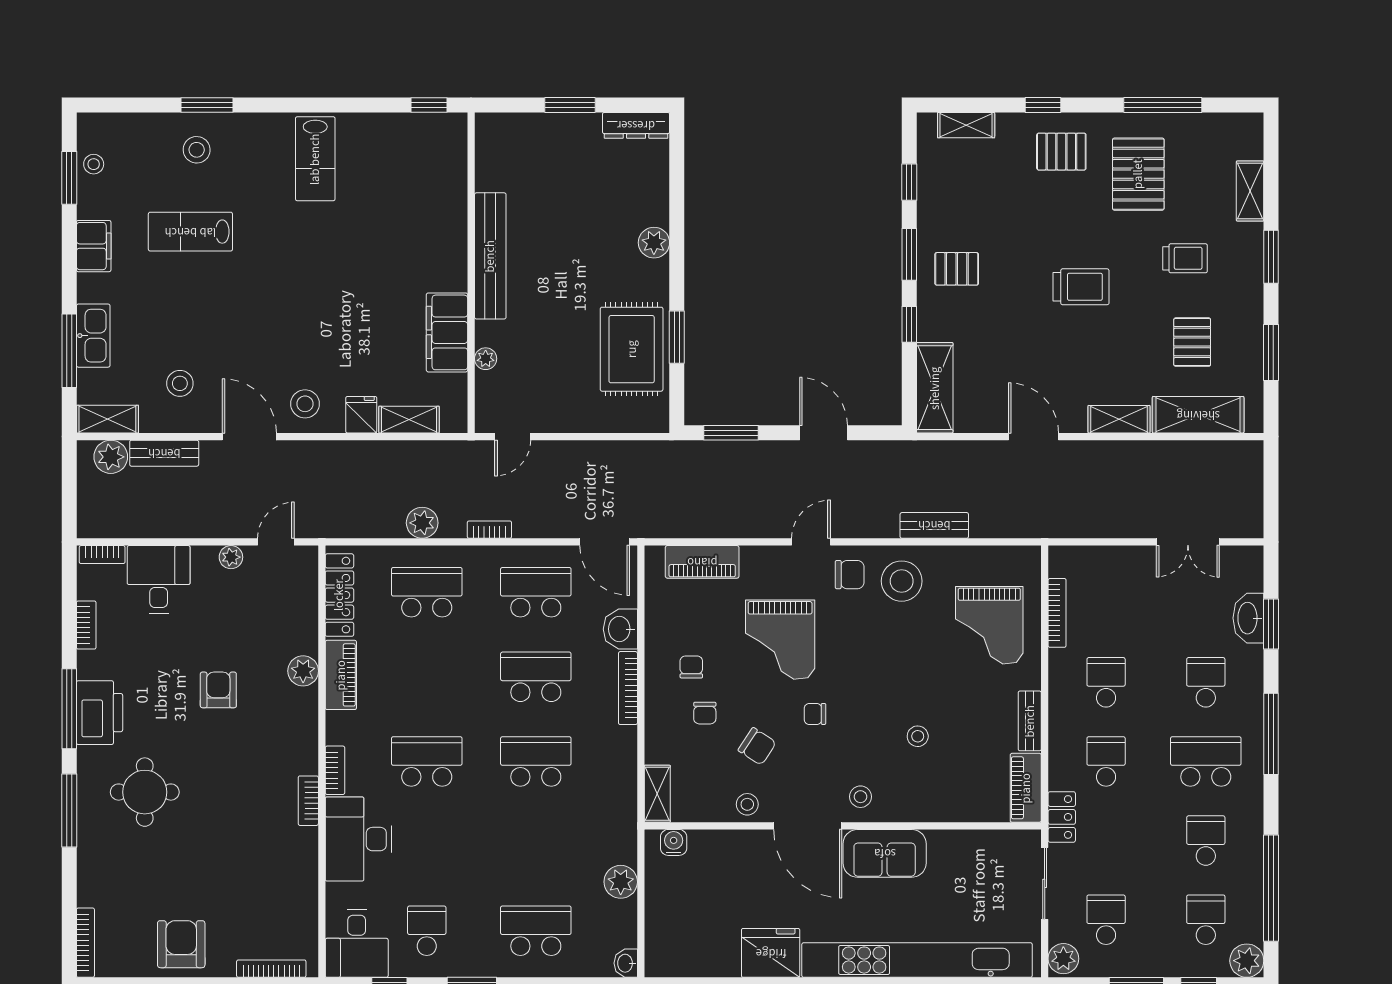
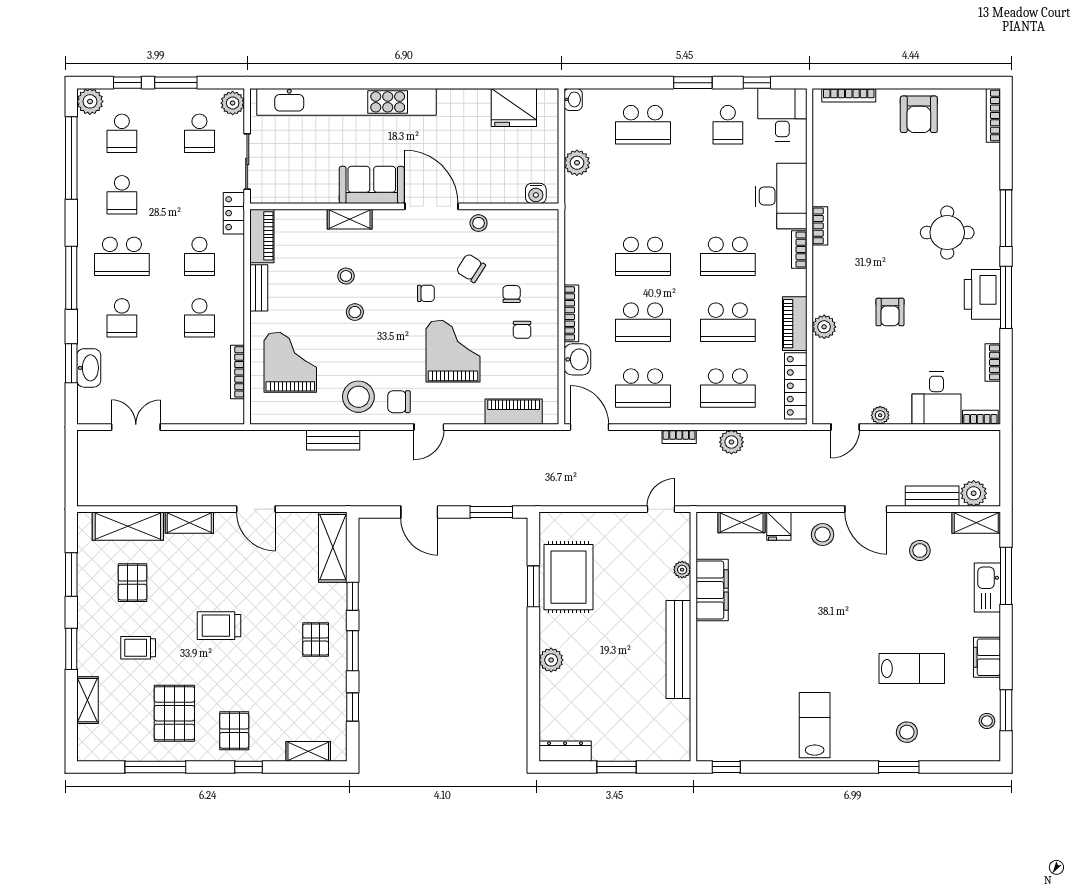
pallet: (1061, 152) -> (234, 731), turned 90
pallet: (957, 269) -> (316, 640), turned 90
school desk: (427, 677) -> (728, 322), added
shelving: (657, 794) -> (350, 219), moved, turned 90
stool: (860, 797) -> (355, 312), moved
fridge: (771, 953) -> (514, 107), moved

